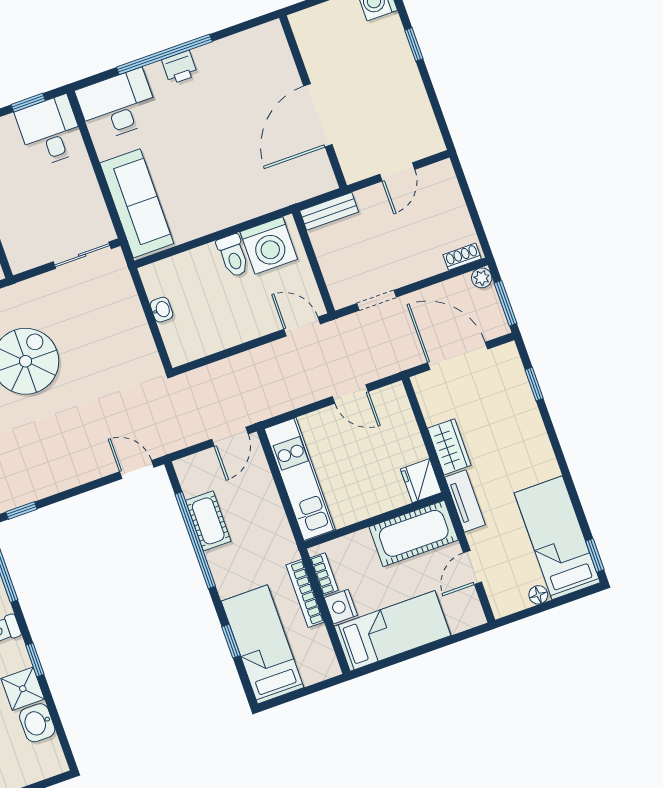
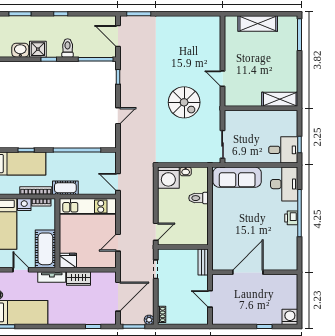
door: (318, 115) -> (248, 272), hinge flipped
washing machine: (269, 246) -> (168, 178), moved, turned -90
toilet: (233, 256) -> (198, 198), moved
door: (137, 470) -> (118, 116), moved
cot: (208, 521) -> (65, 188), moved

